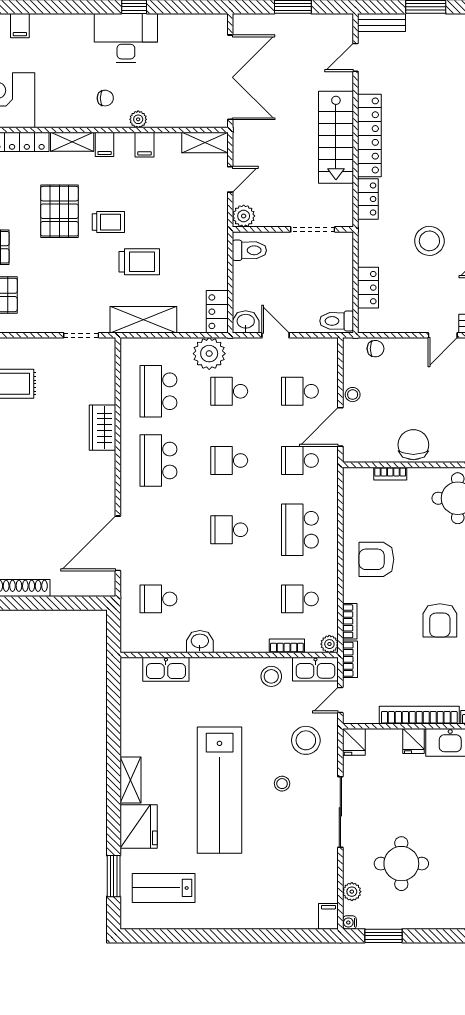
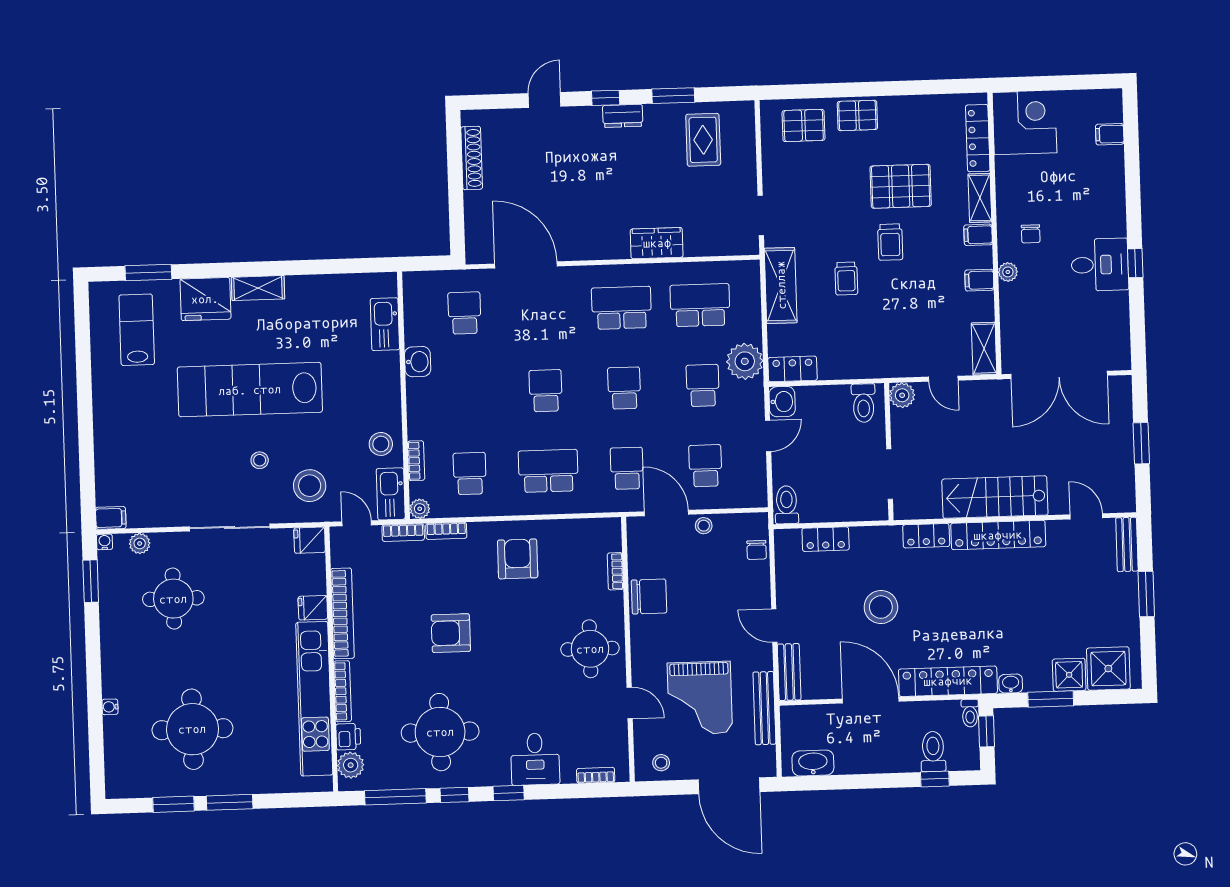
desk: (126, 38) -> (1100, 265), width x0.73
trolley: (139, 262) -> (846, 279), width x0.73, depth x0.72

